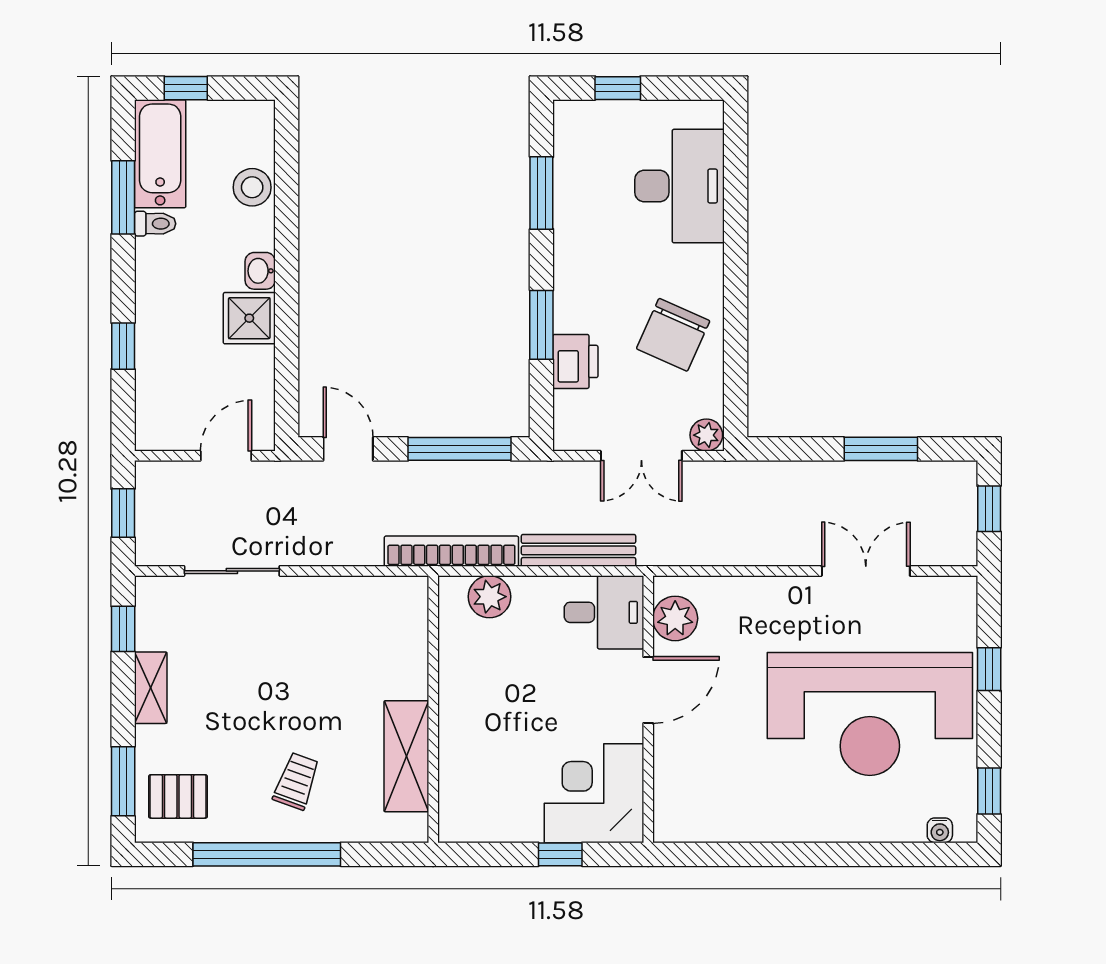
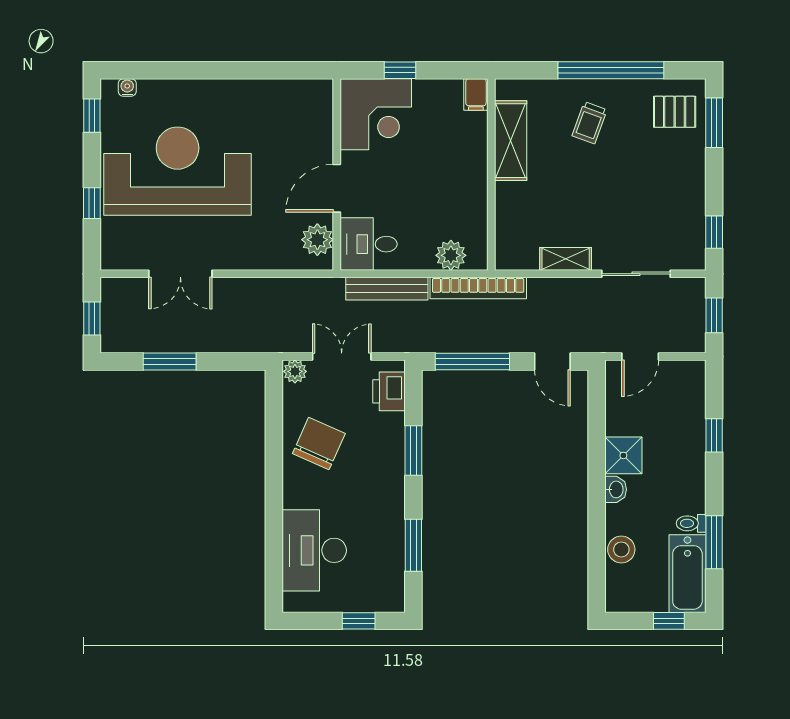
printer: (575, 361) -> (389, 391), moved
shelving: (151, 688) -> (566, 259), moved, turned 90
filing cabinet: (454, 821) -> (476, 94), added

